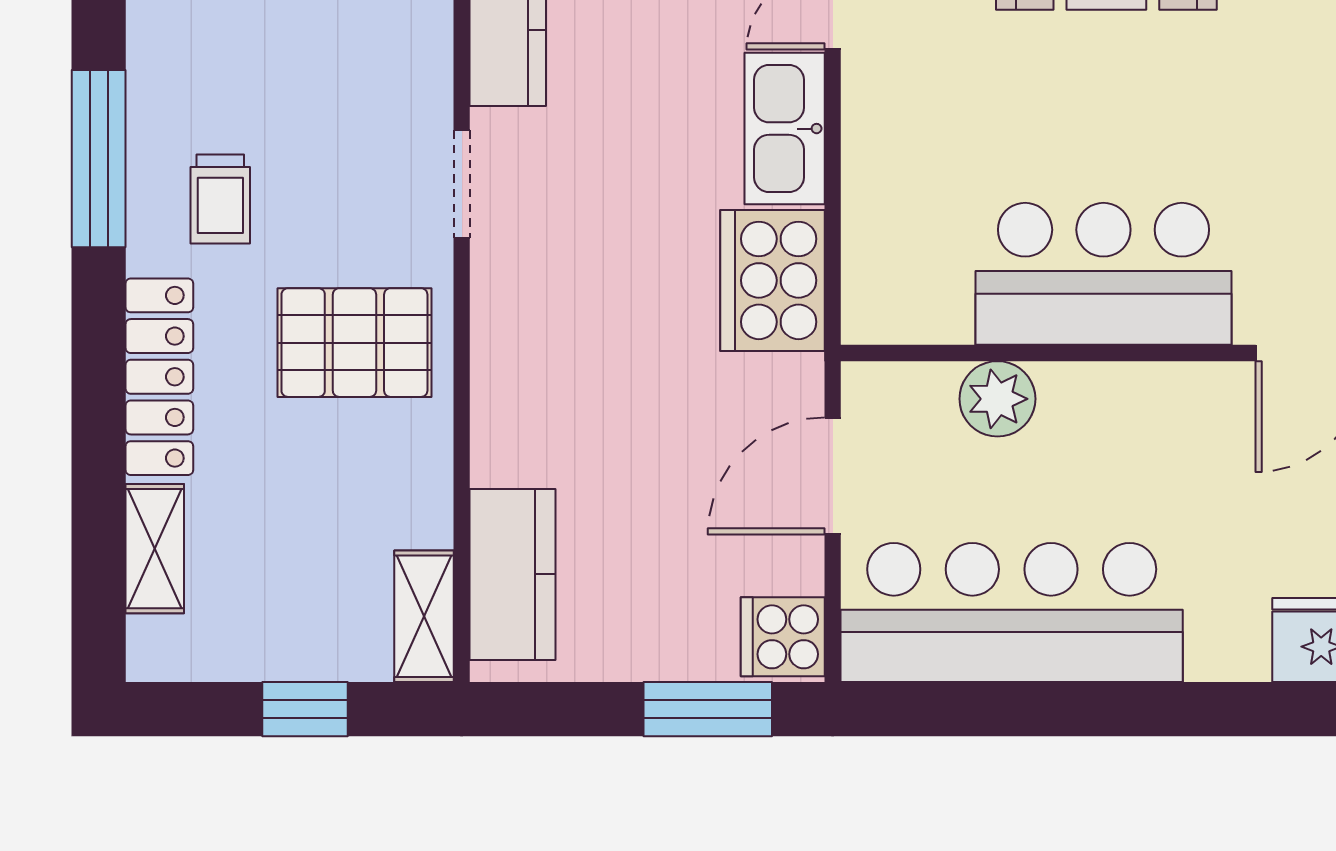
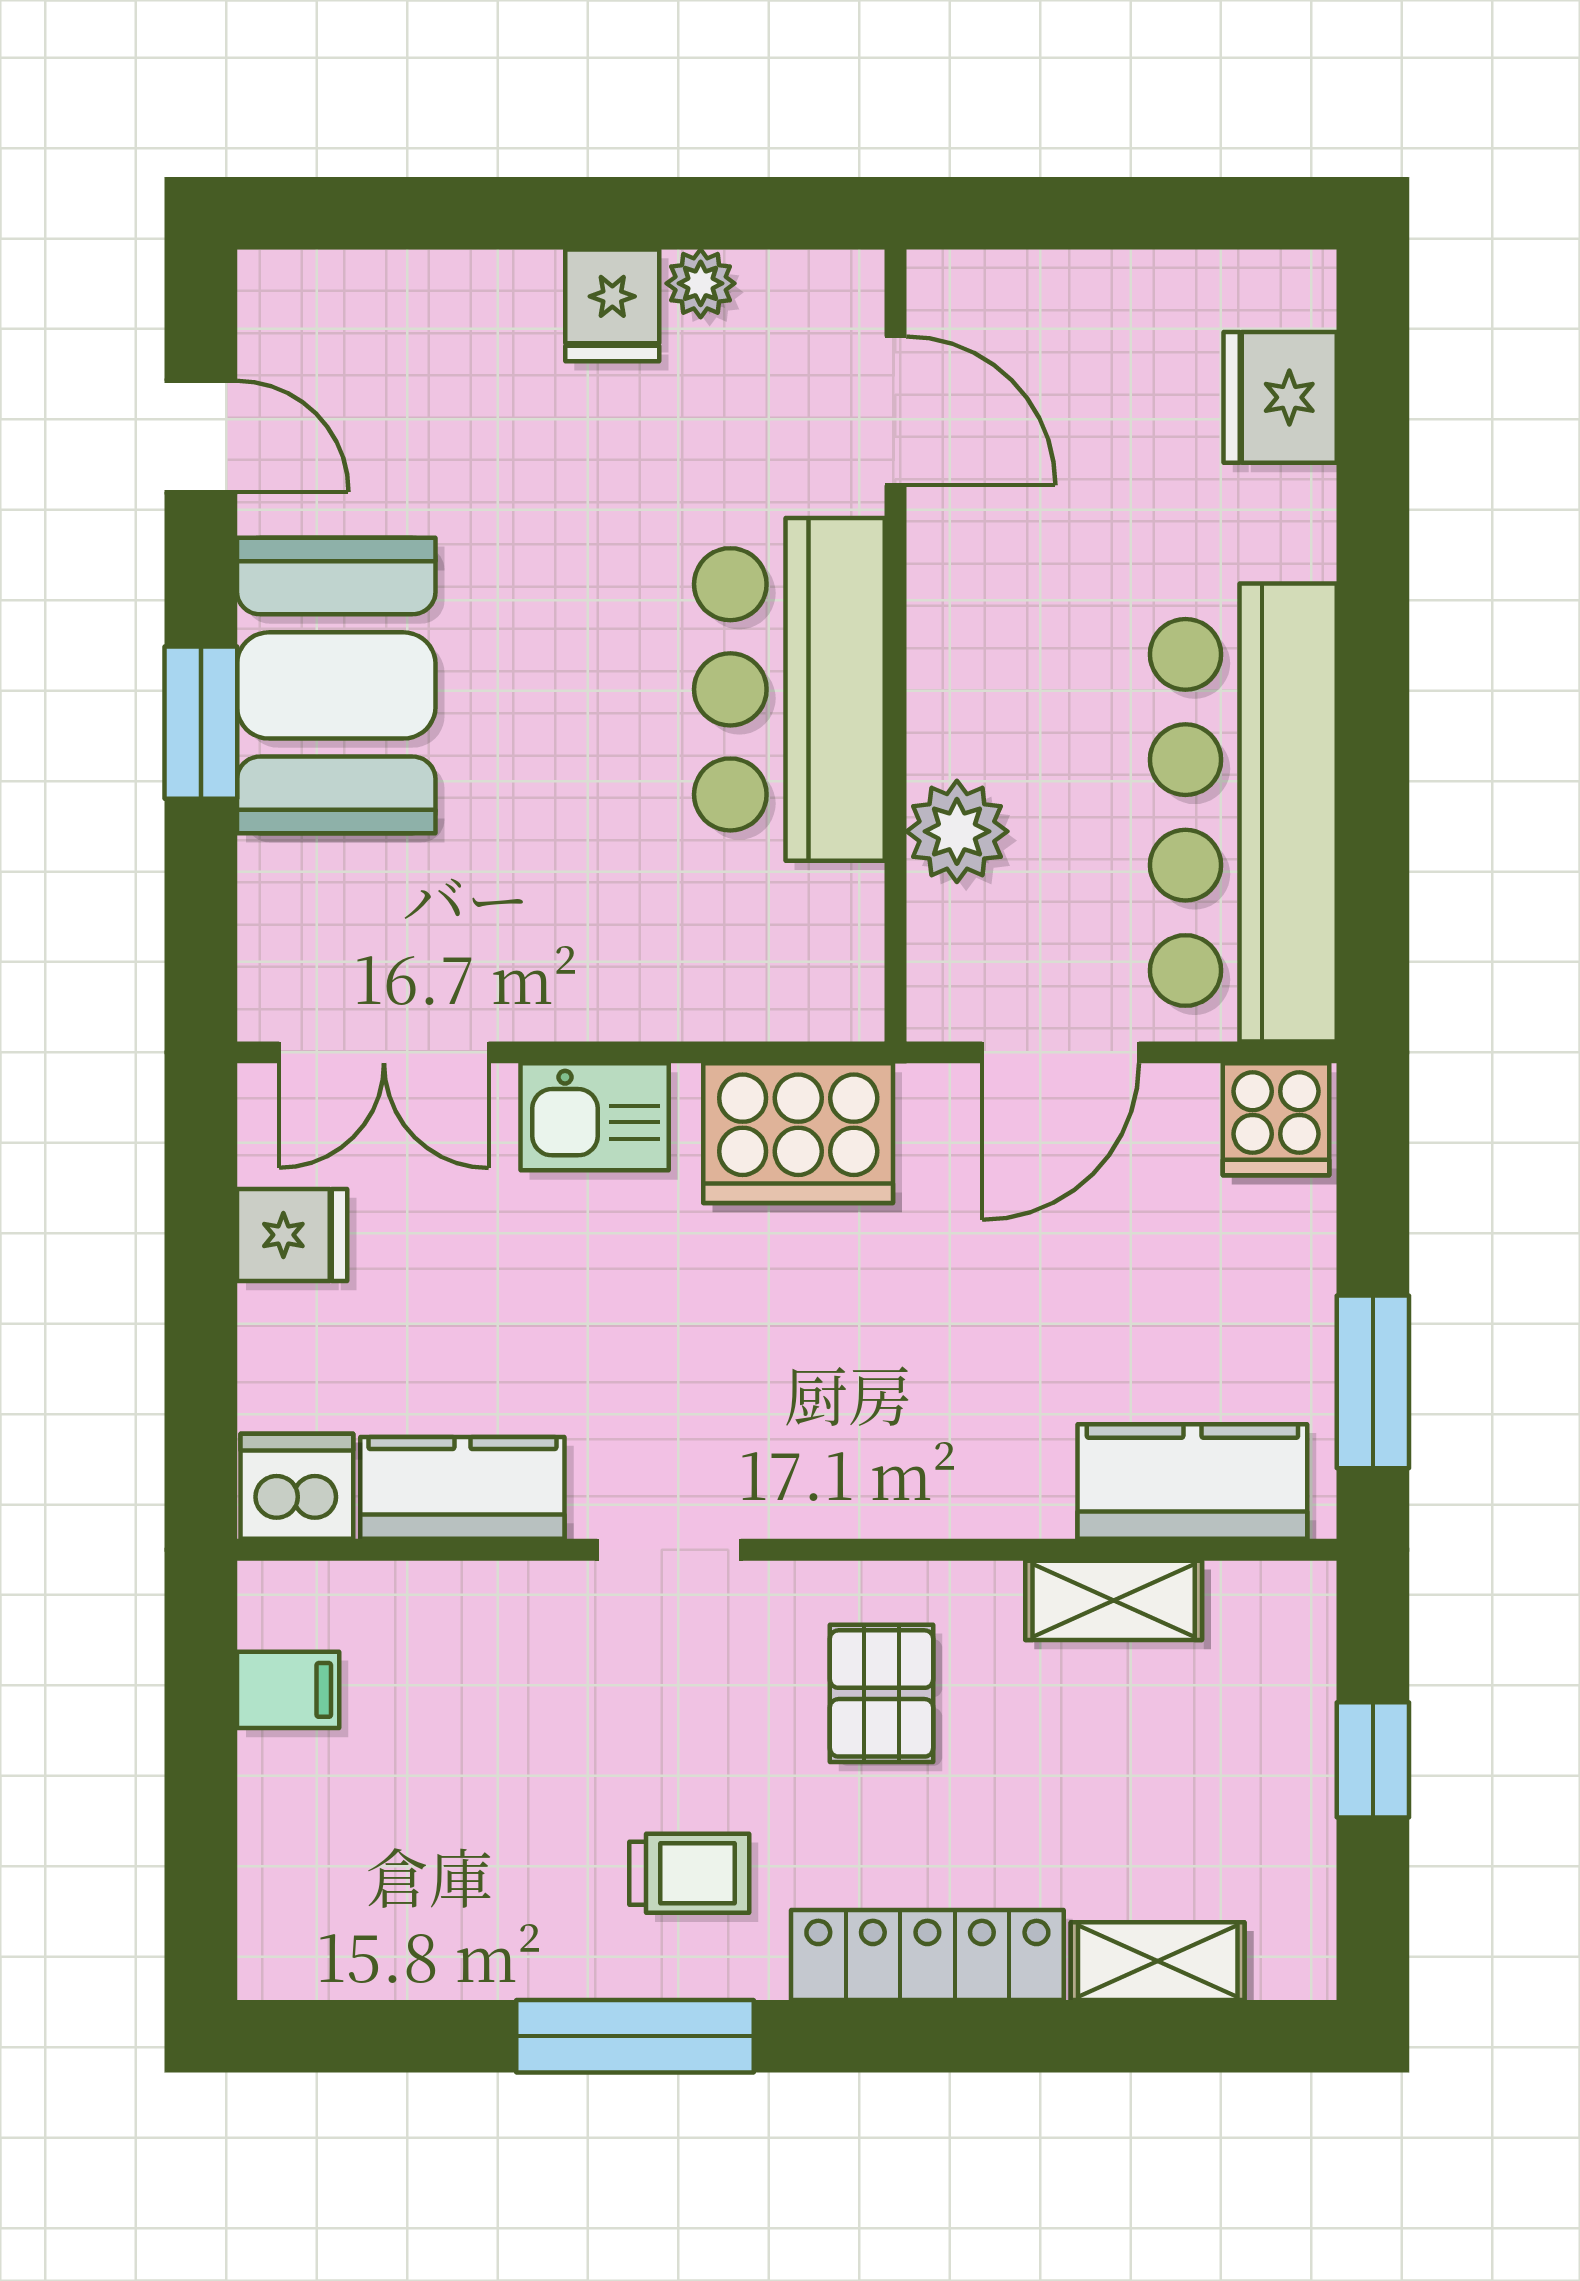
kitchen sink: (785, 129) -> (595, 1117), width x0.73
pallet: (354, 343) -> (882, 1693), width x0.67, depth x0.71
door: (833, 476) -> (1060, 1052), hinge flipped
shelving: (424, 616) -> (1114, 1600), moved
window: (708, 709) -> (1373, 1382), moved

